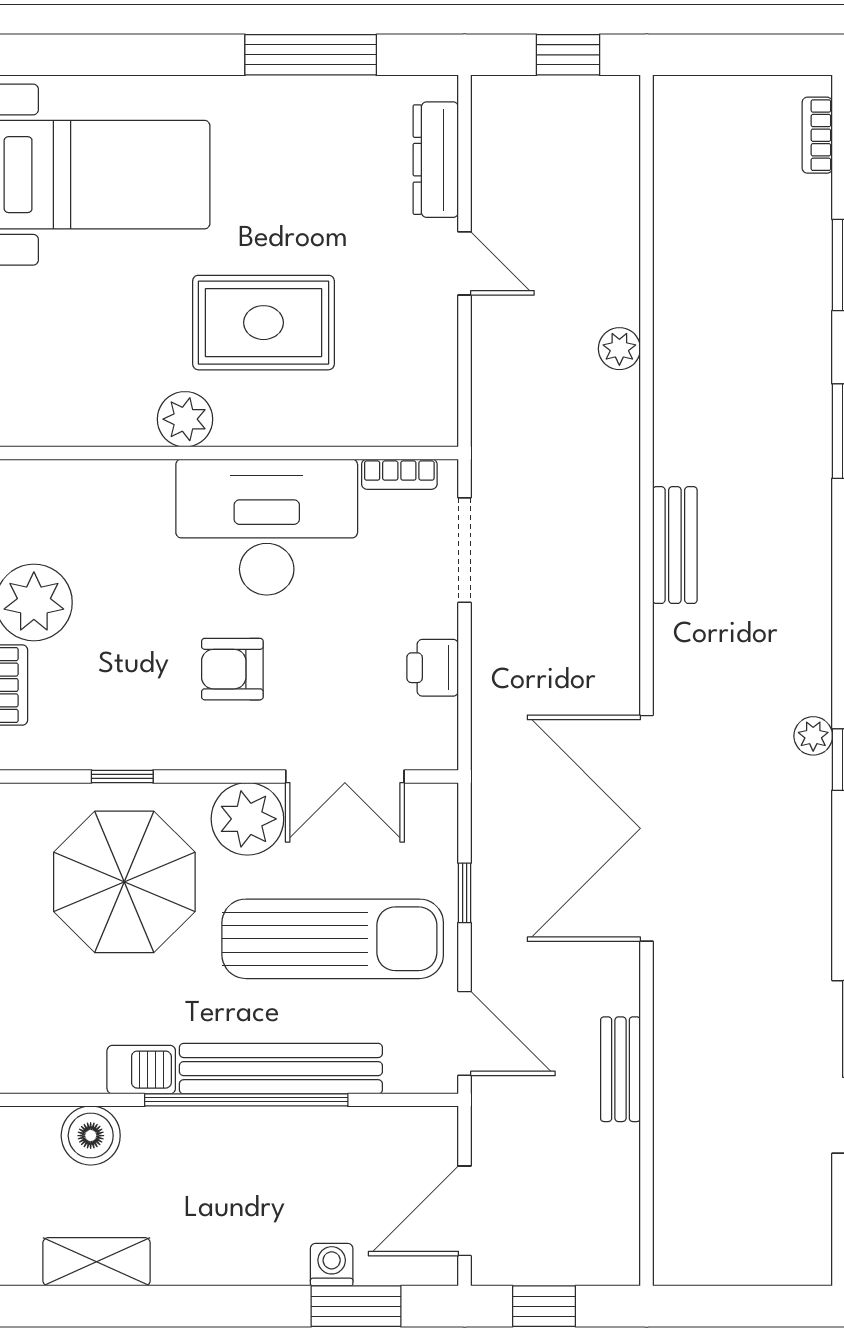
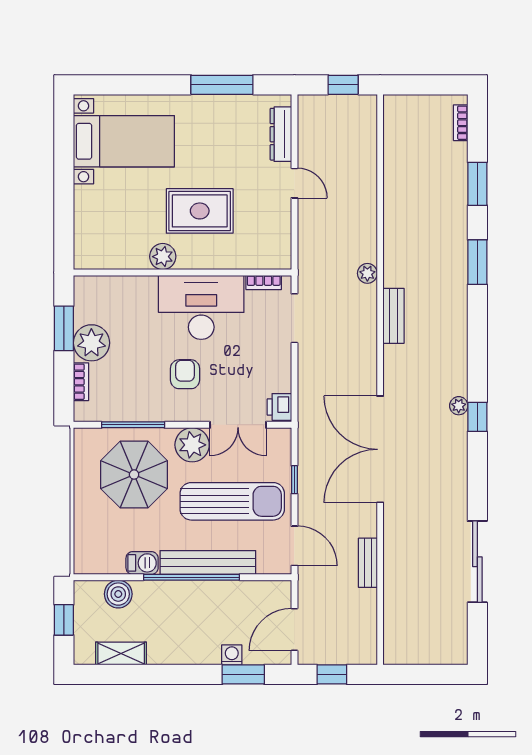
plant: (619, 349) -> (367, 273), moved
printer: (433, 668) -> (279, 407), moved
armchair: (232, 669) -> (185, 374), turned 90
window: (122, 776) -> (133, 425), width x2.17

